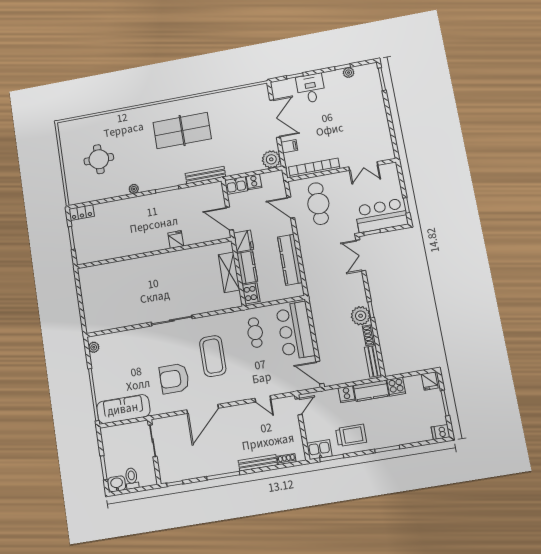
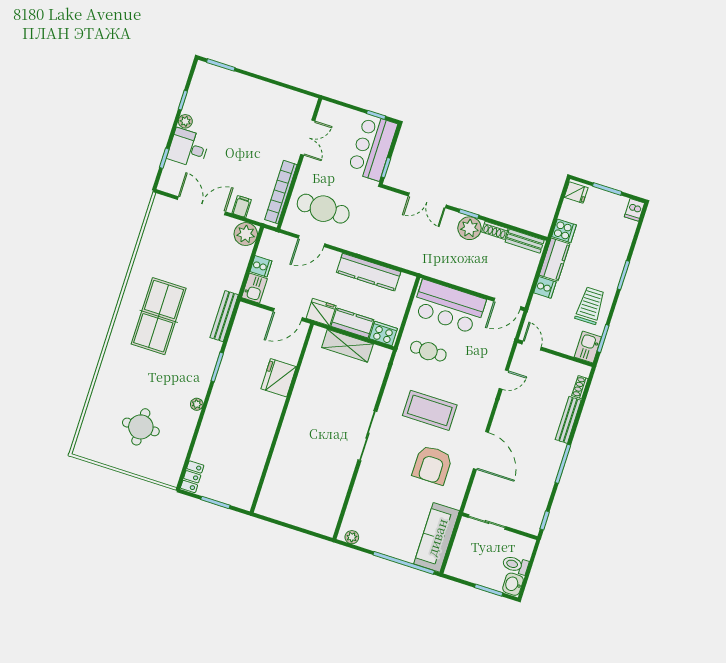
plant: (349, 73) -> (185, 121), moved
fridge: (176, 239) -> (279, 378), width x1.88, depth x1.34
double door: (361, 255) -> (427, 200), moved

